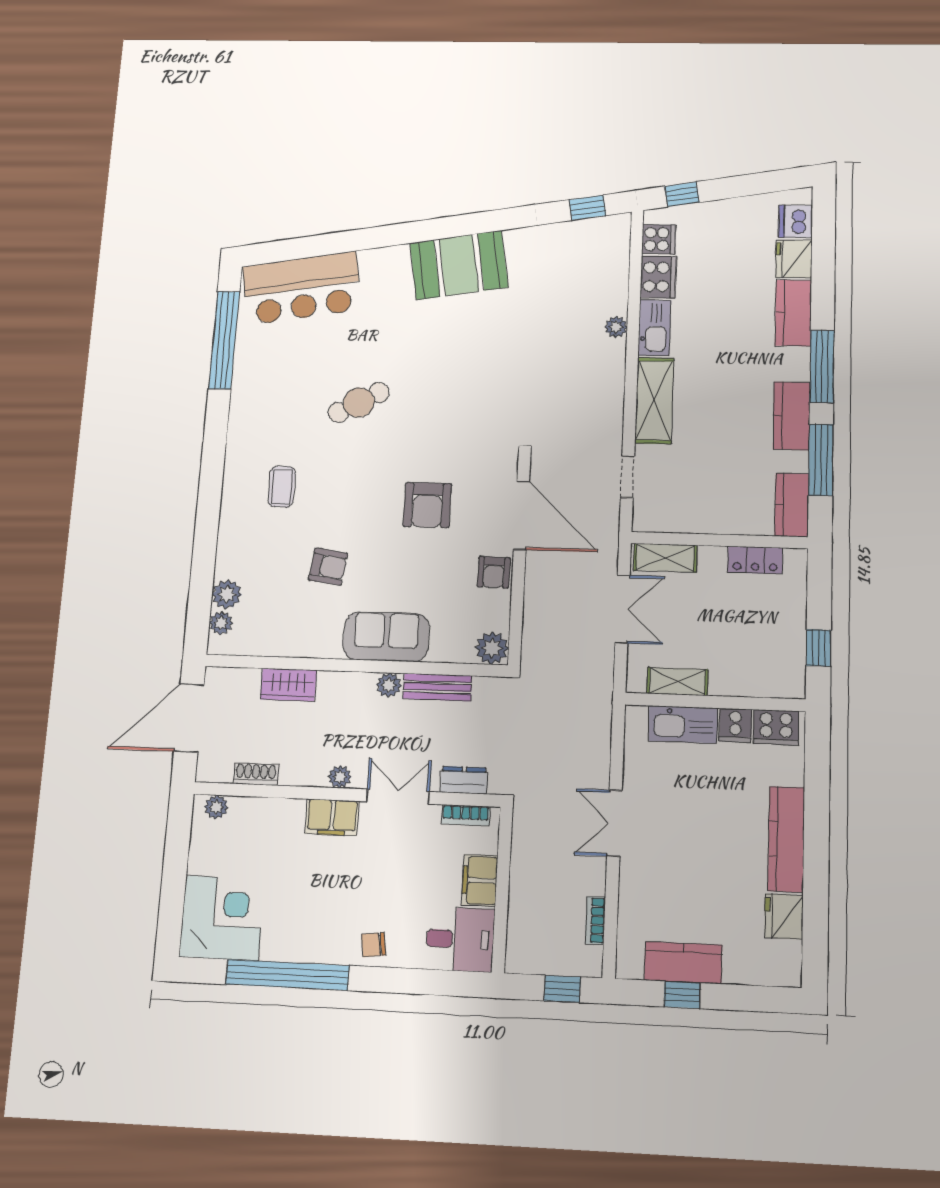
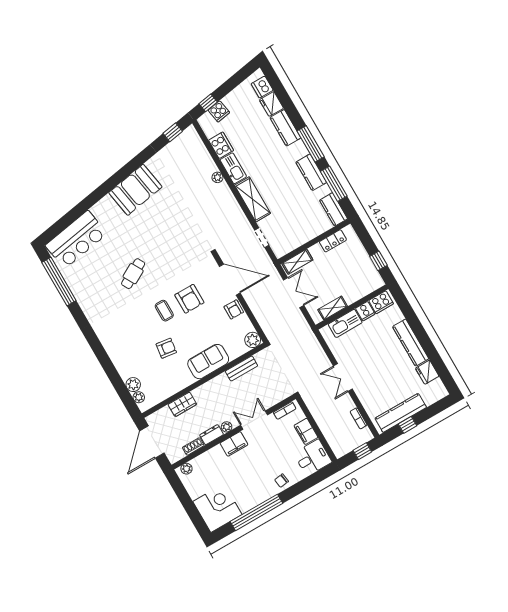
cooker: (659, 239) -> (219, 111), moved, turned 80
coffee table: (282, 487) -> (164, 311), moved
plant: (389, 685) -> (222, 380), removed
dresser: (464, 780) -> (212, 435), moved
kitchen counter: (683, 963) -> (401, 413), width x1.50

